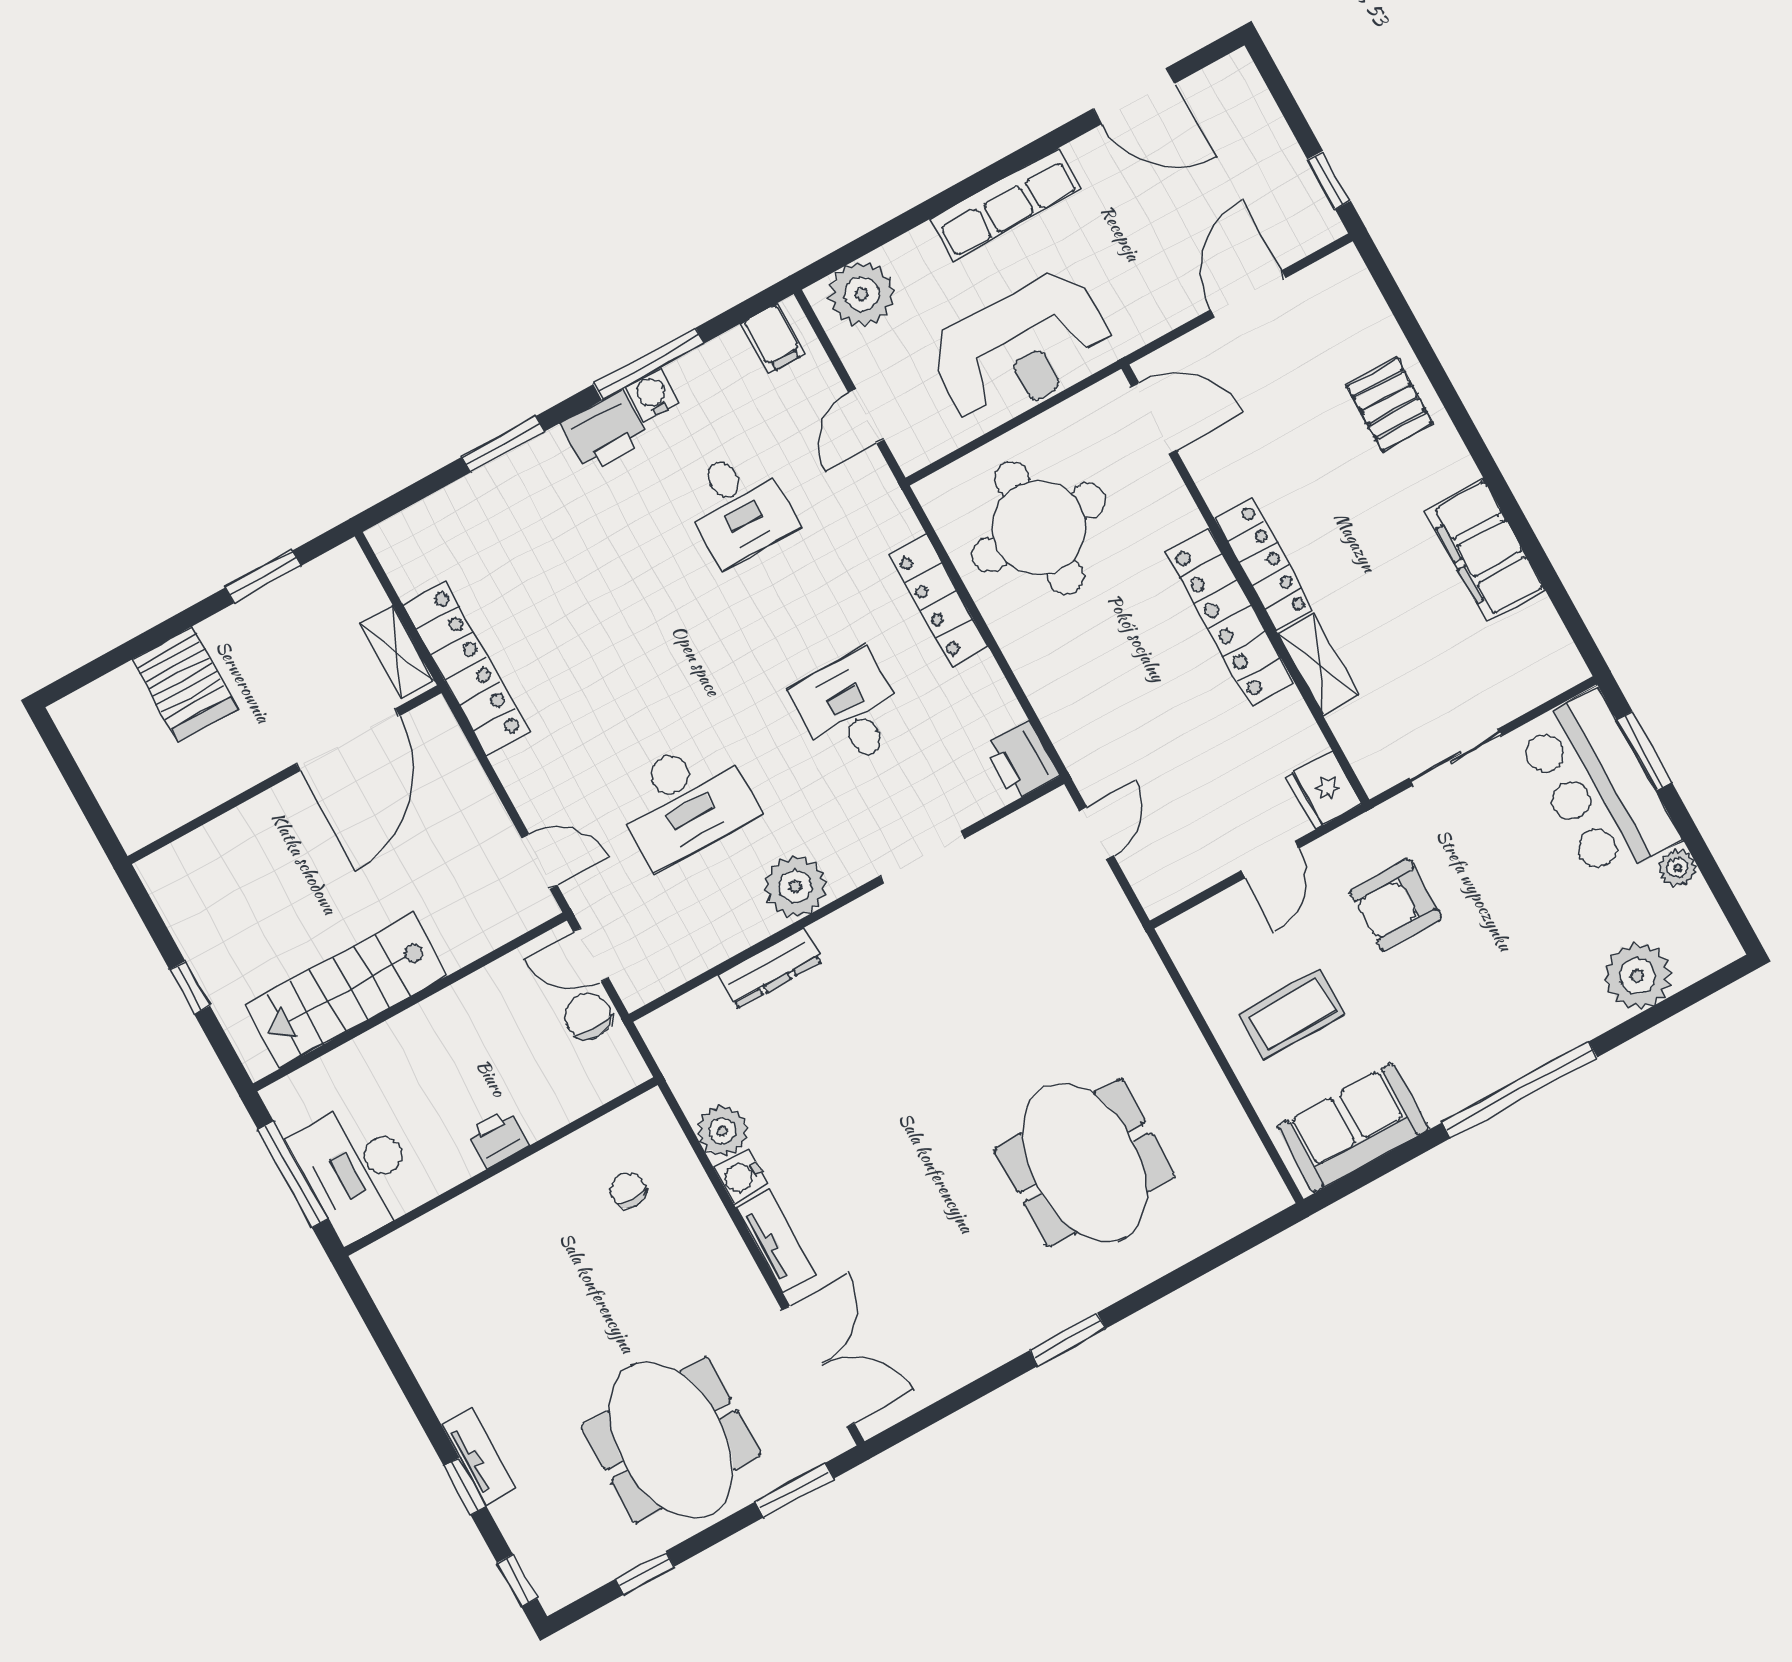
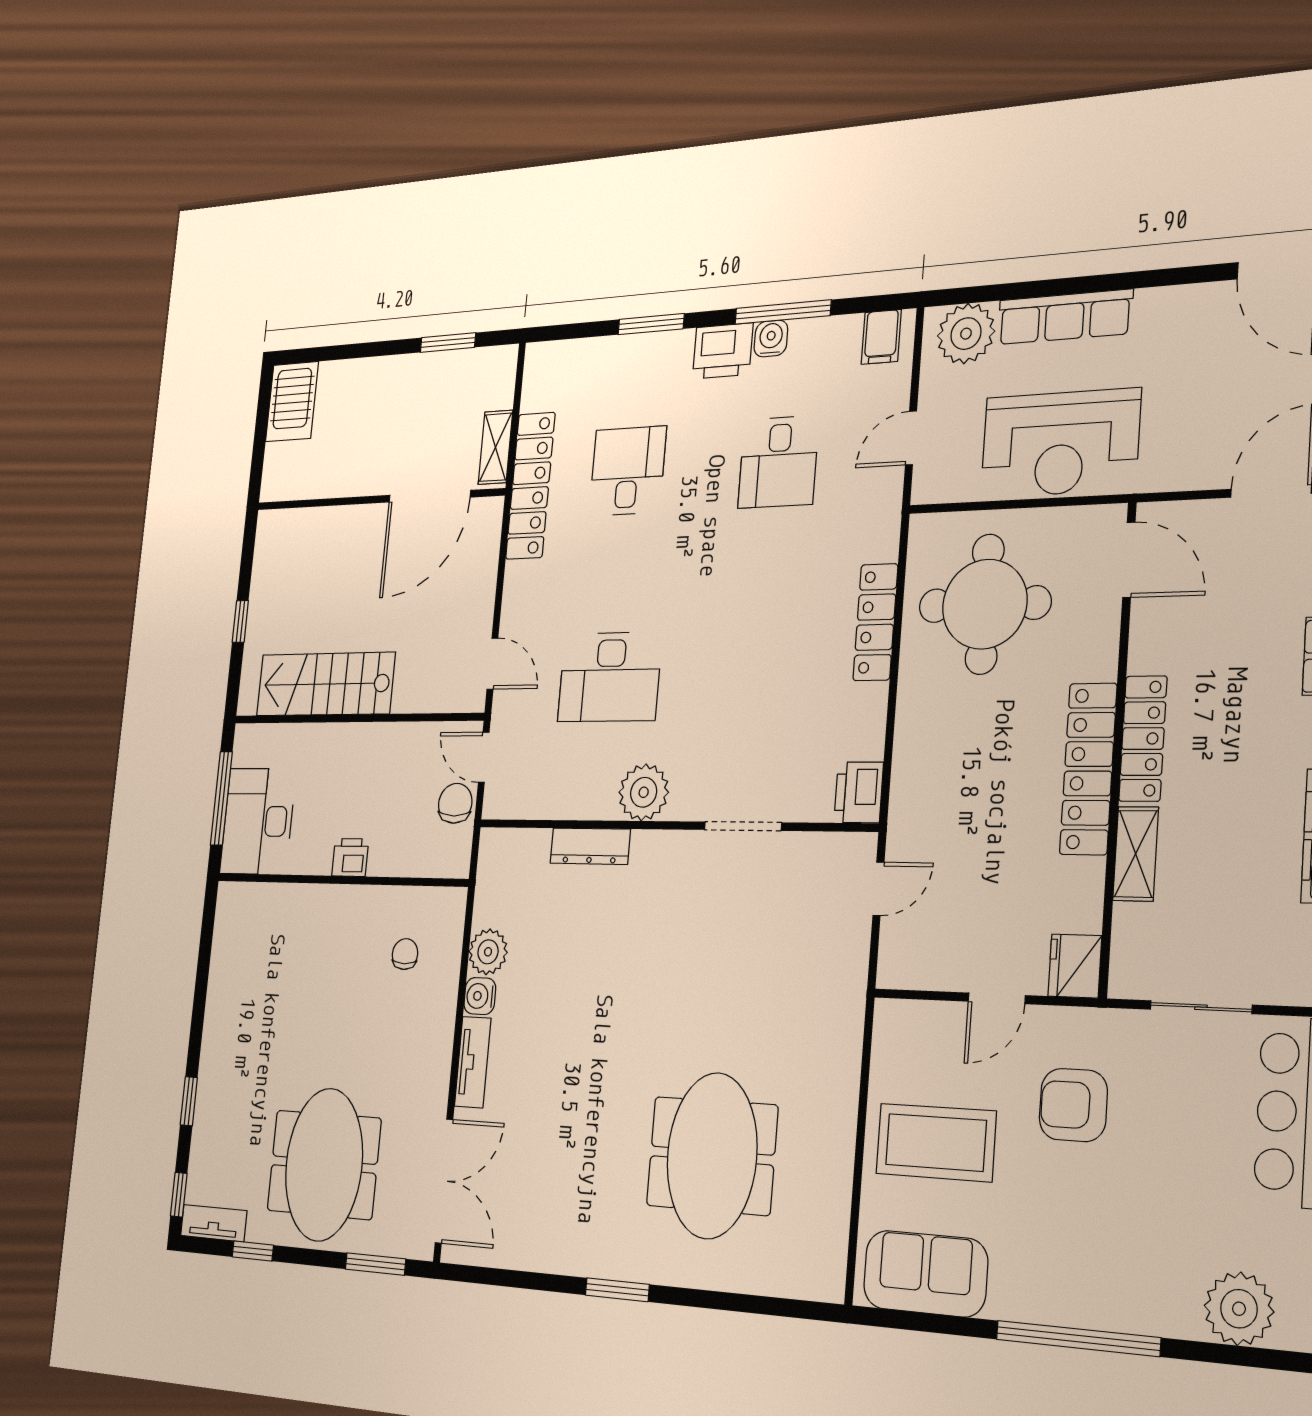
row of seats: (1006, 204) -> (1065, 317), moved
server rack: (185, 684) -> (292, 402), moved
desk: (850, 710) -> (628, 471), moved
coffee table: (1292, 1014) -> (936, 1142), width x1.36, depth x1.32
tv unit: (479, 1456) -> (214, 1223), moved, turned -90

